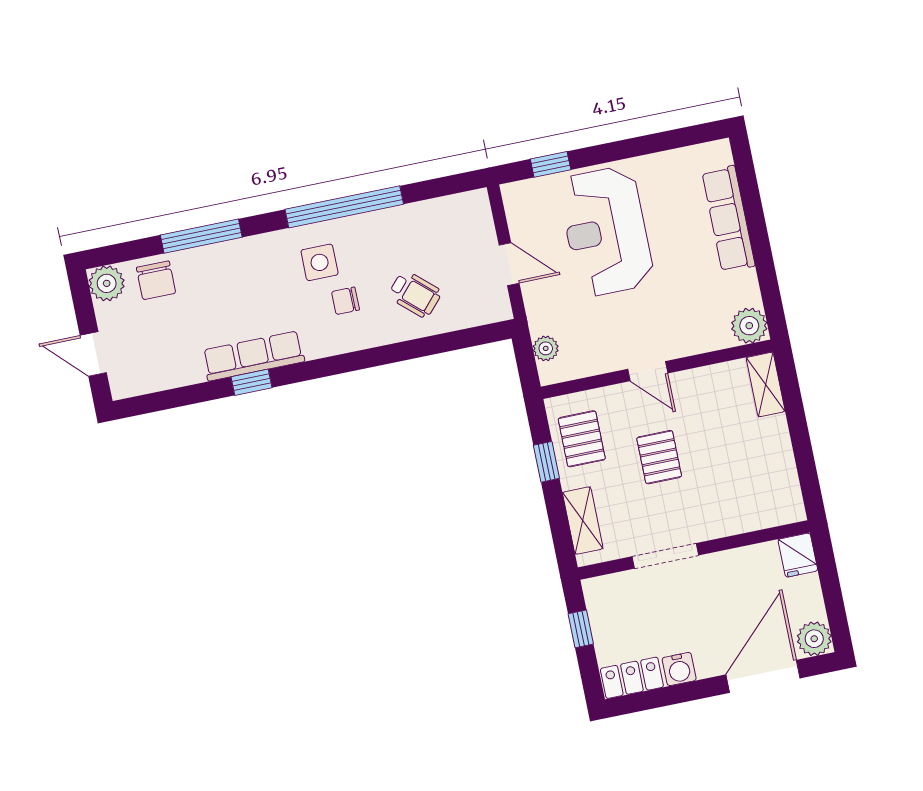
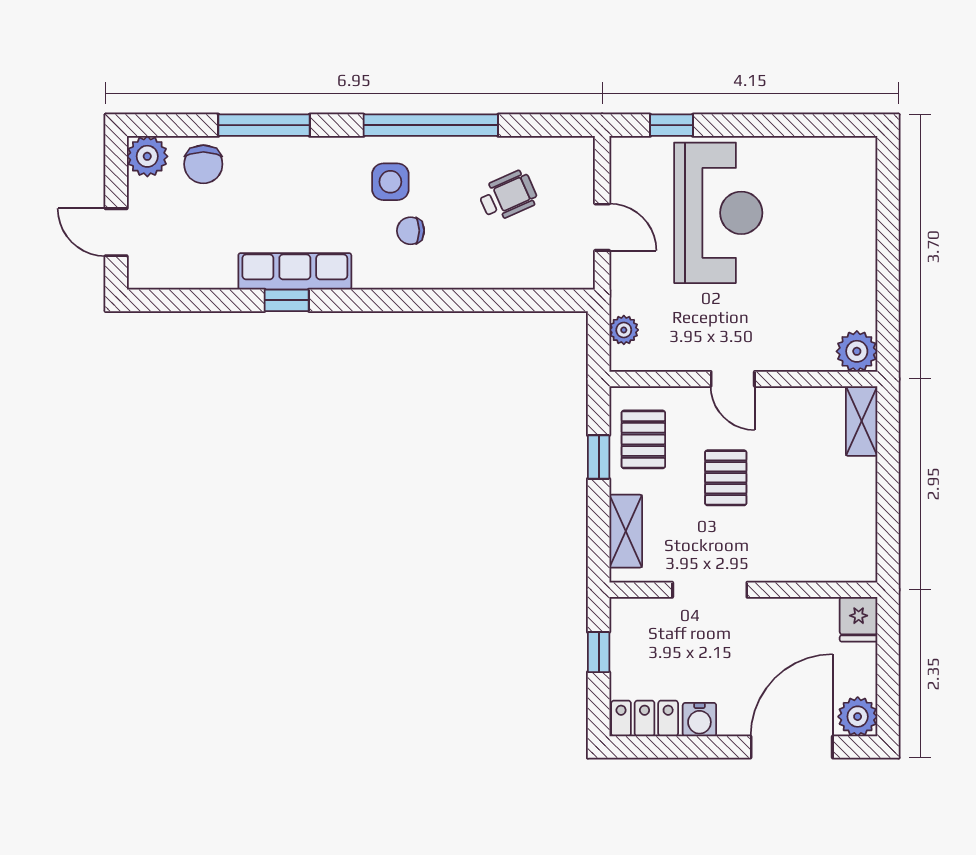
row of seats: (728, 219) -> (858, 227), removed
reception desk: (606, 231) -> (718, 213), turned 180
wheelchair: (415, 294) -> (508, 196), moved, turned -66

